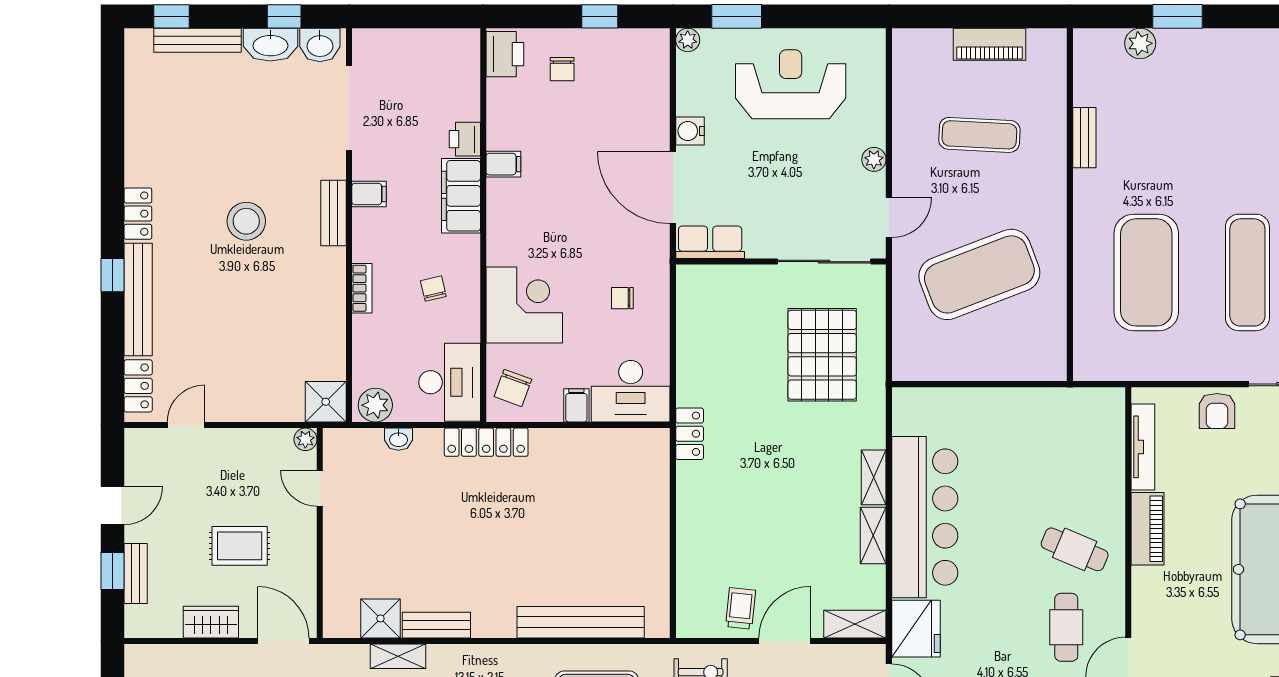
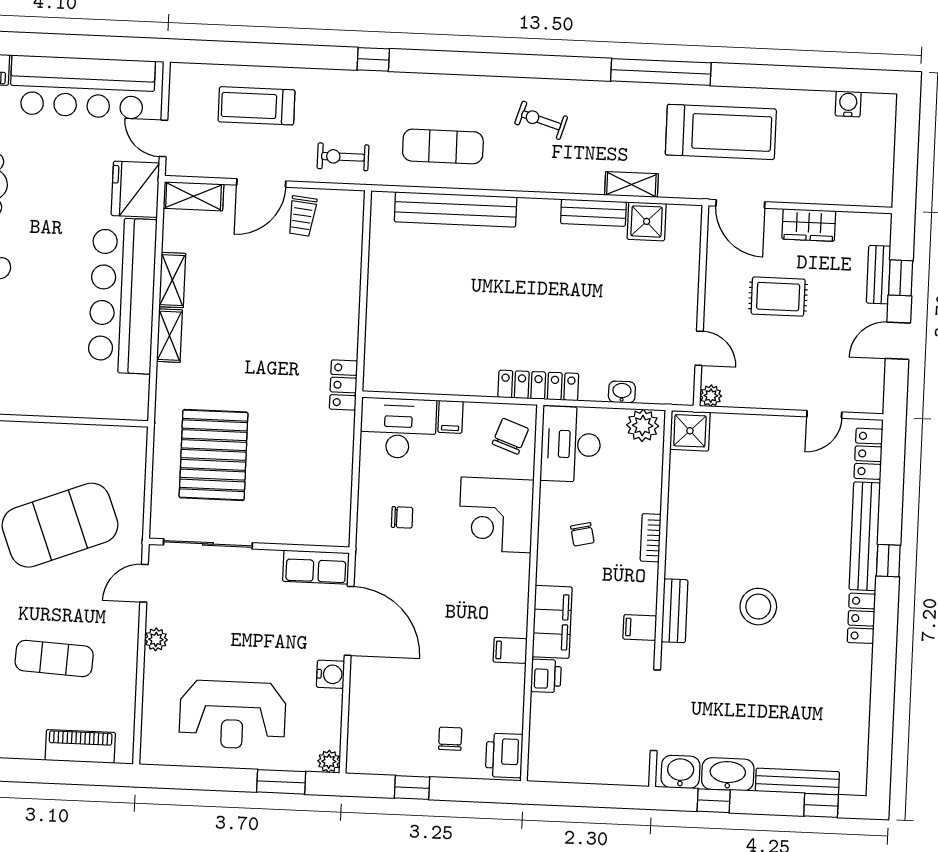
piano: (990, 44) -> (80, 746), moved

